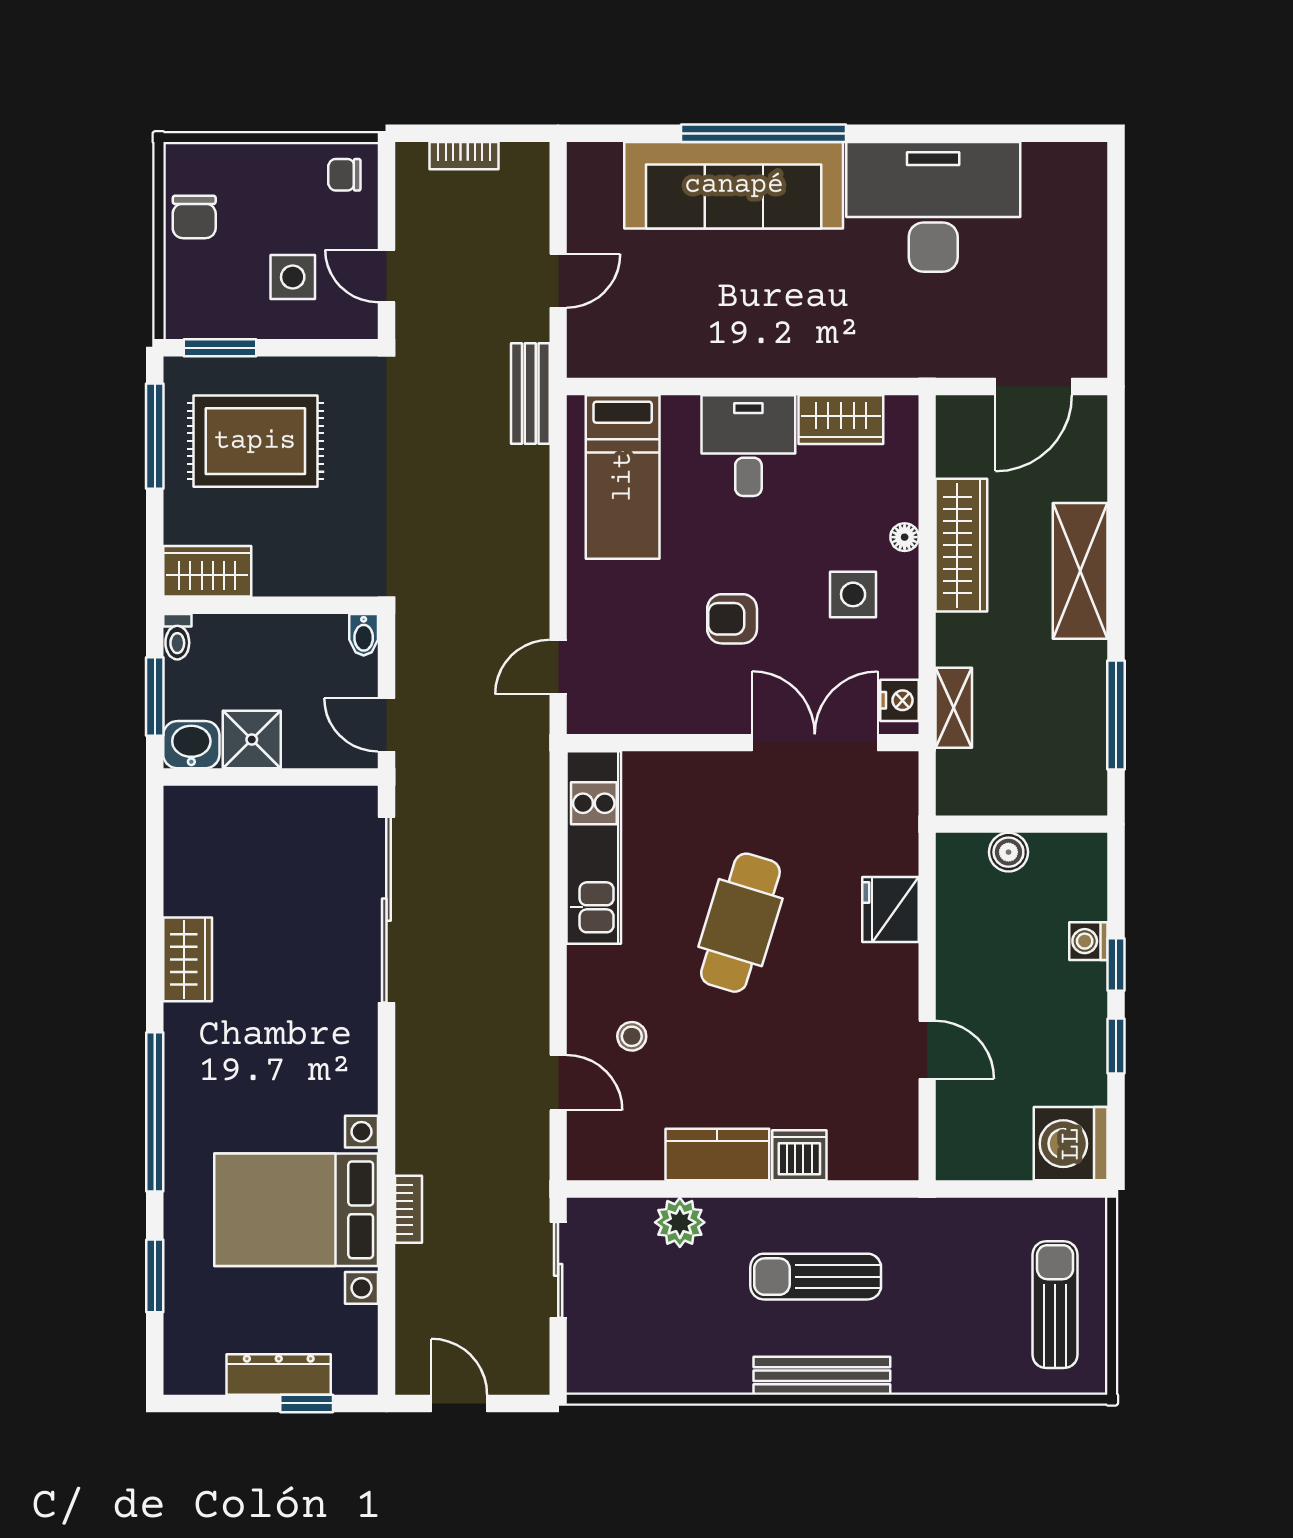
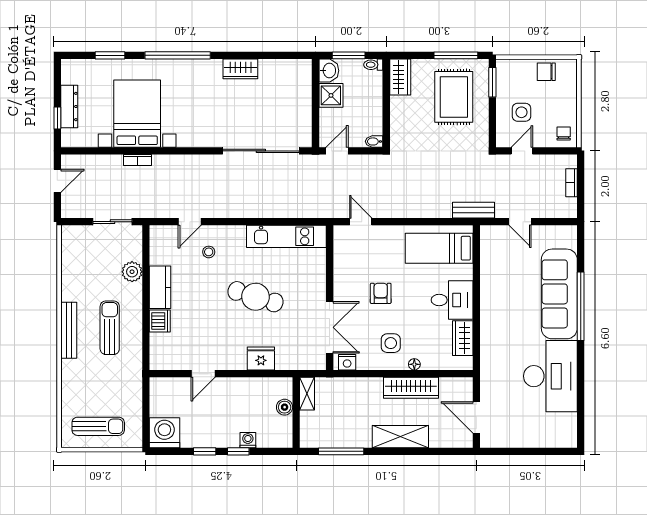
shelving: (954, 708) -> (307, 394), moved, turned 90

